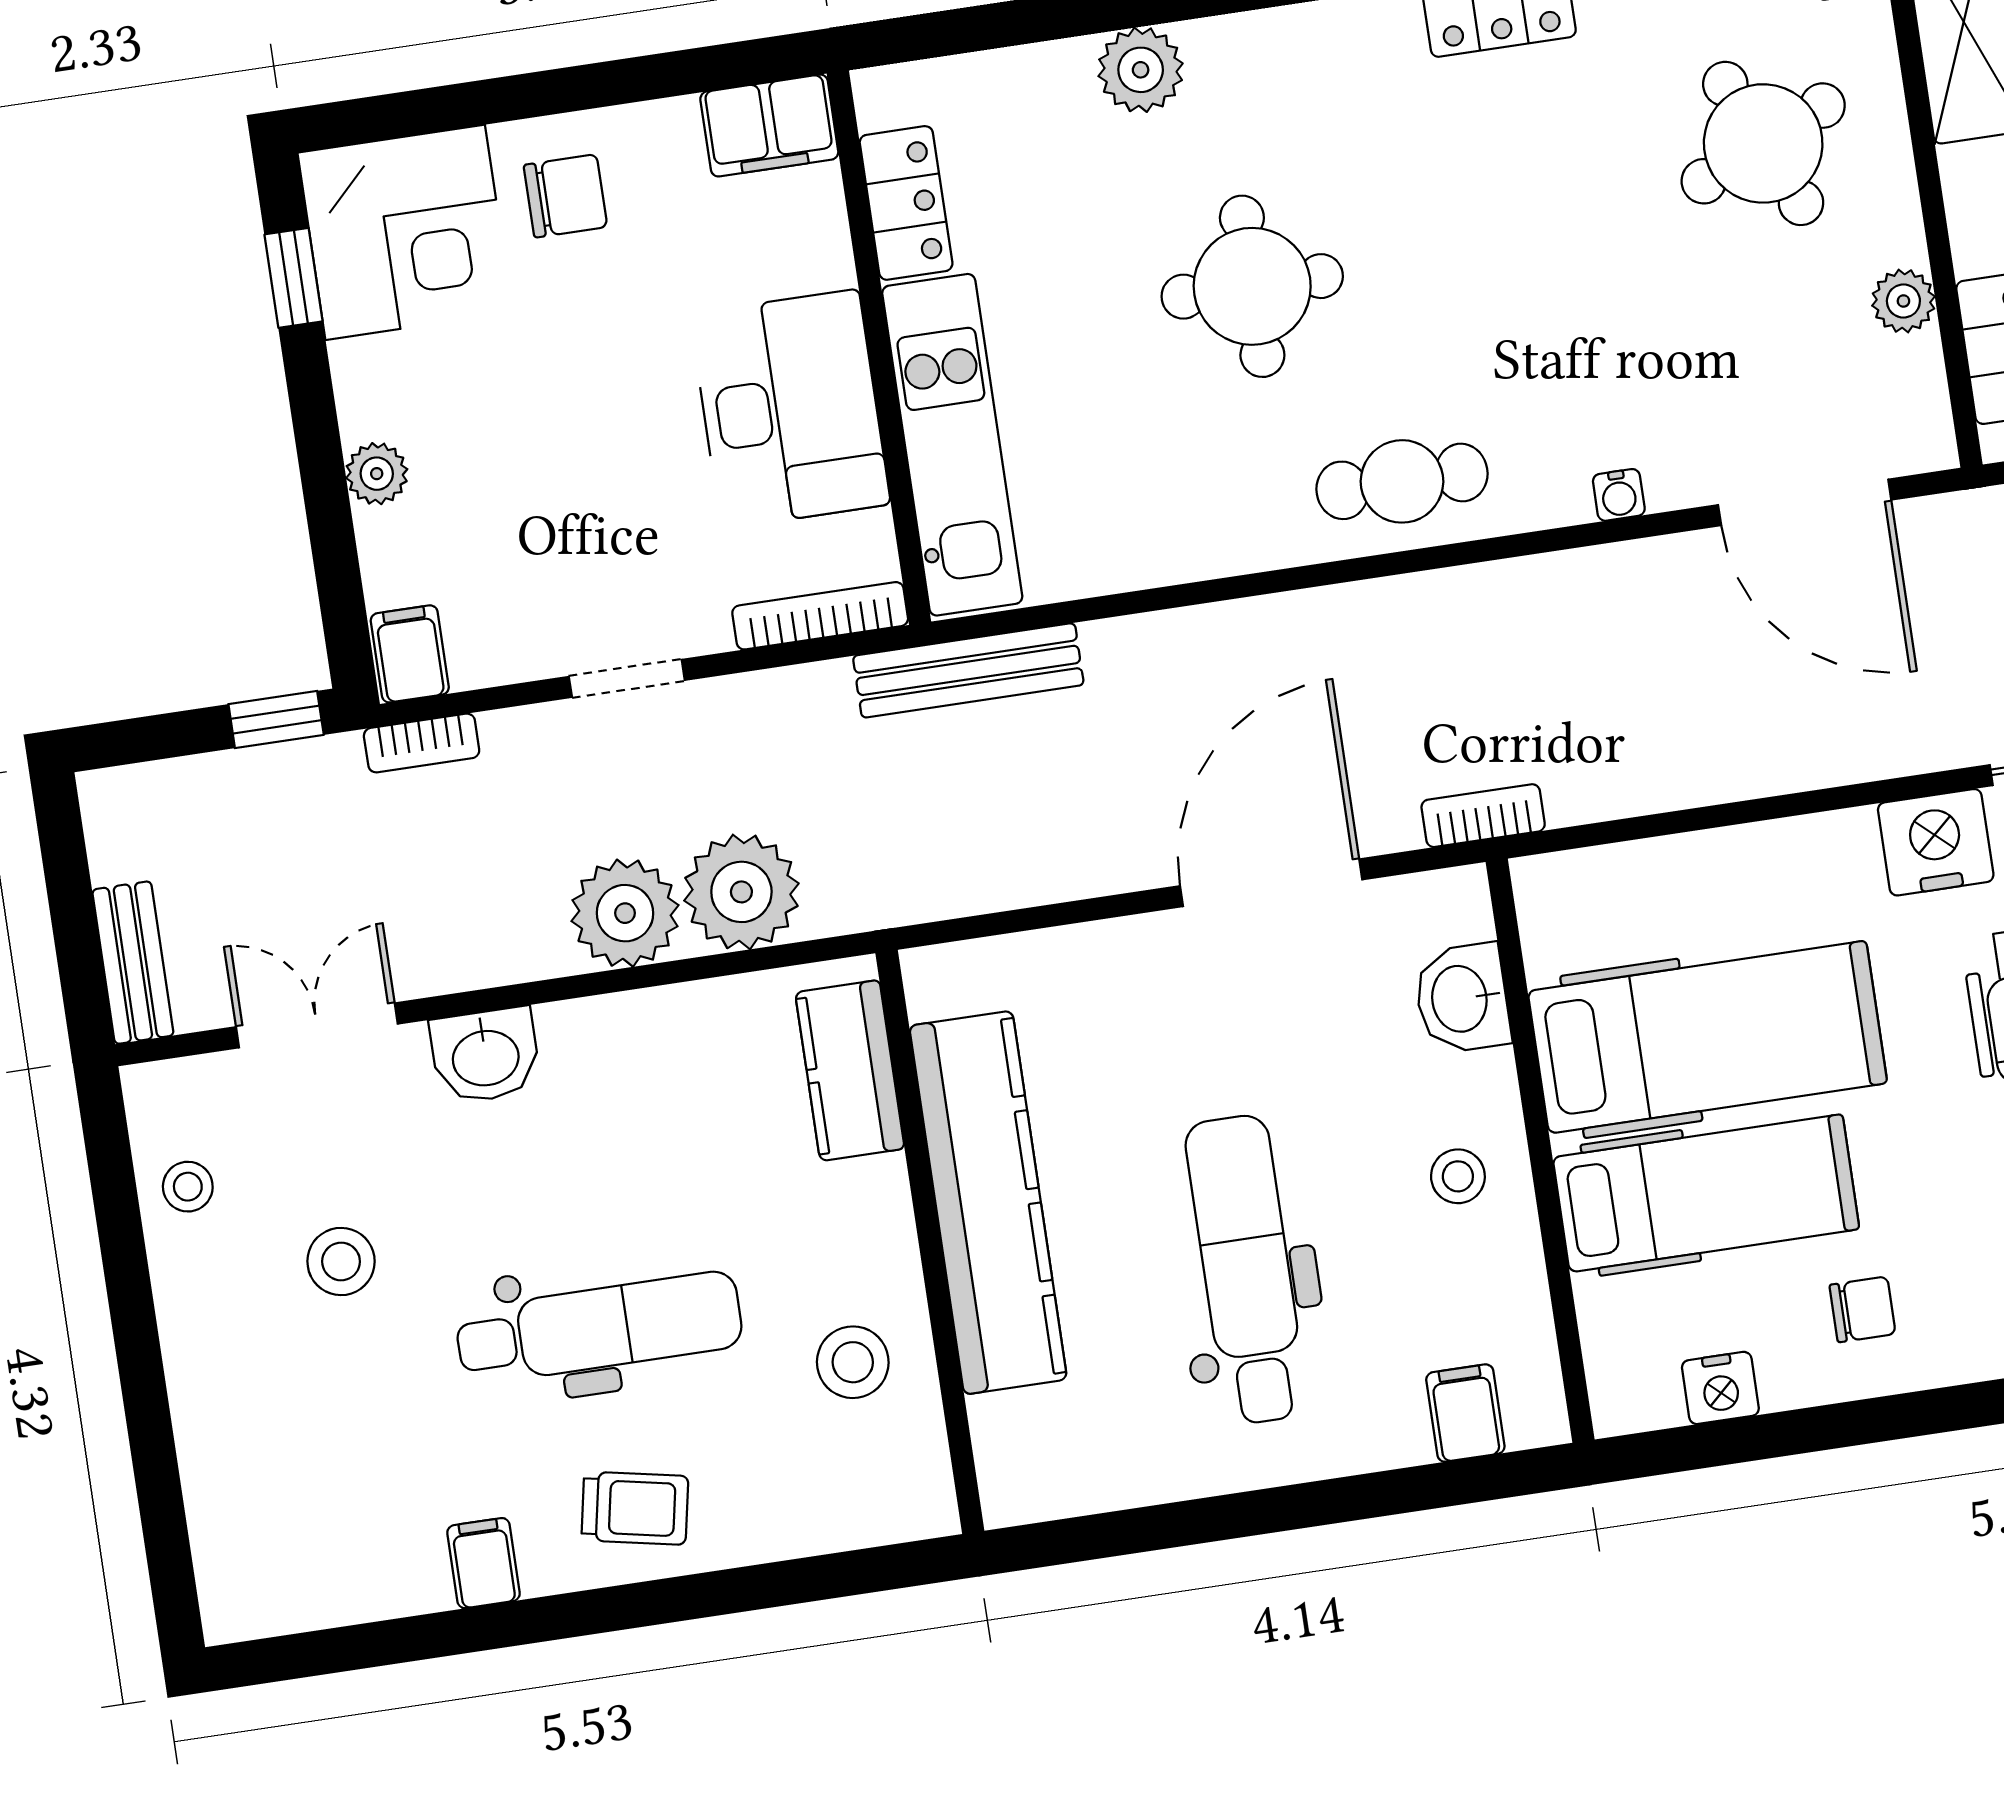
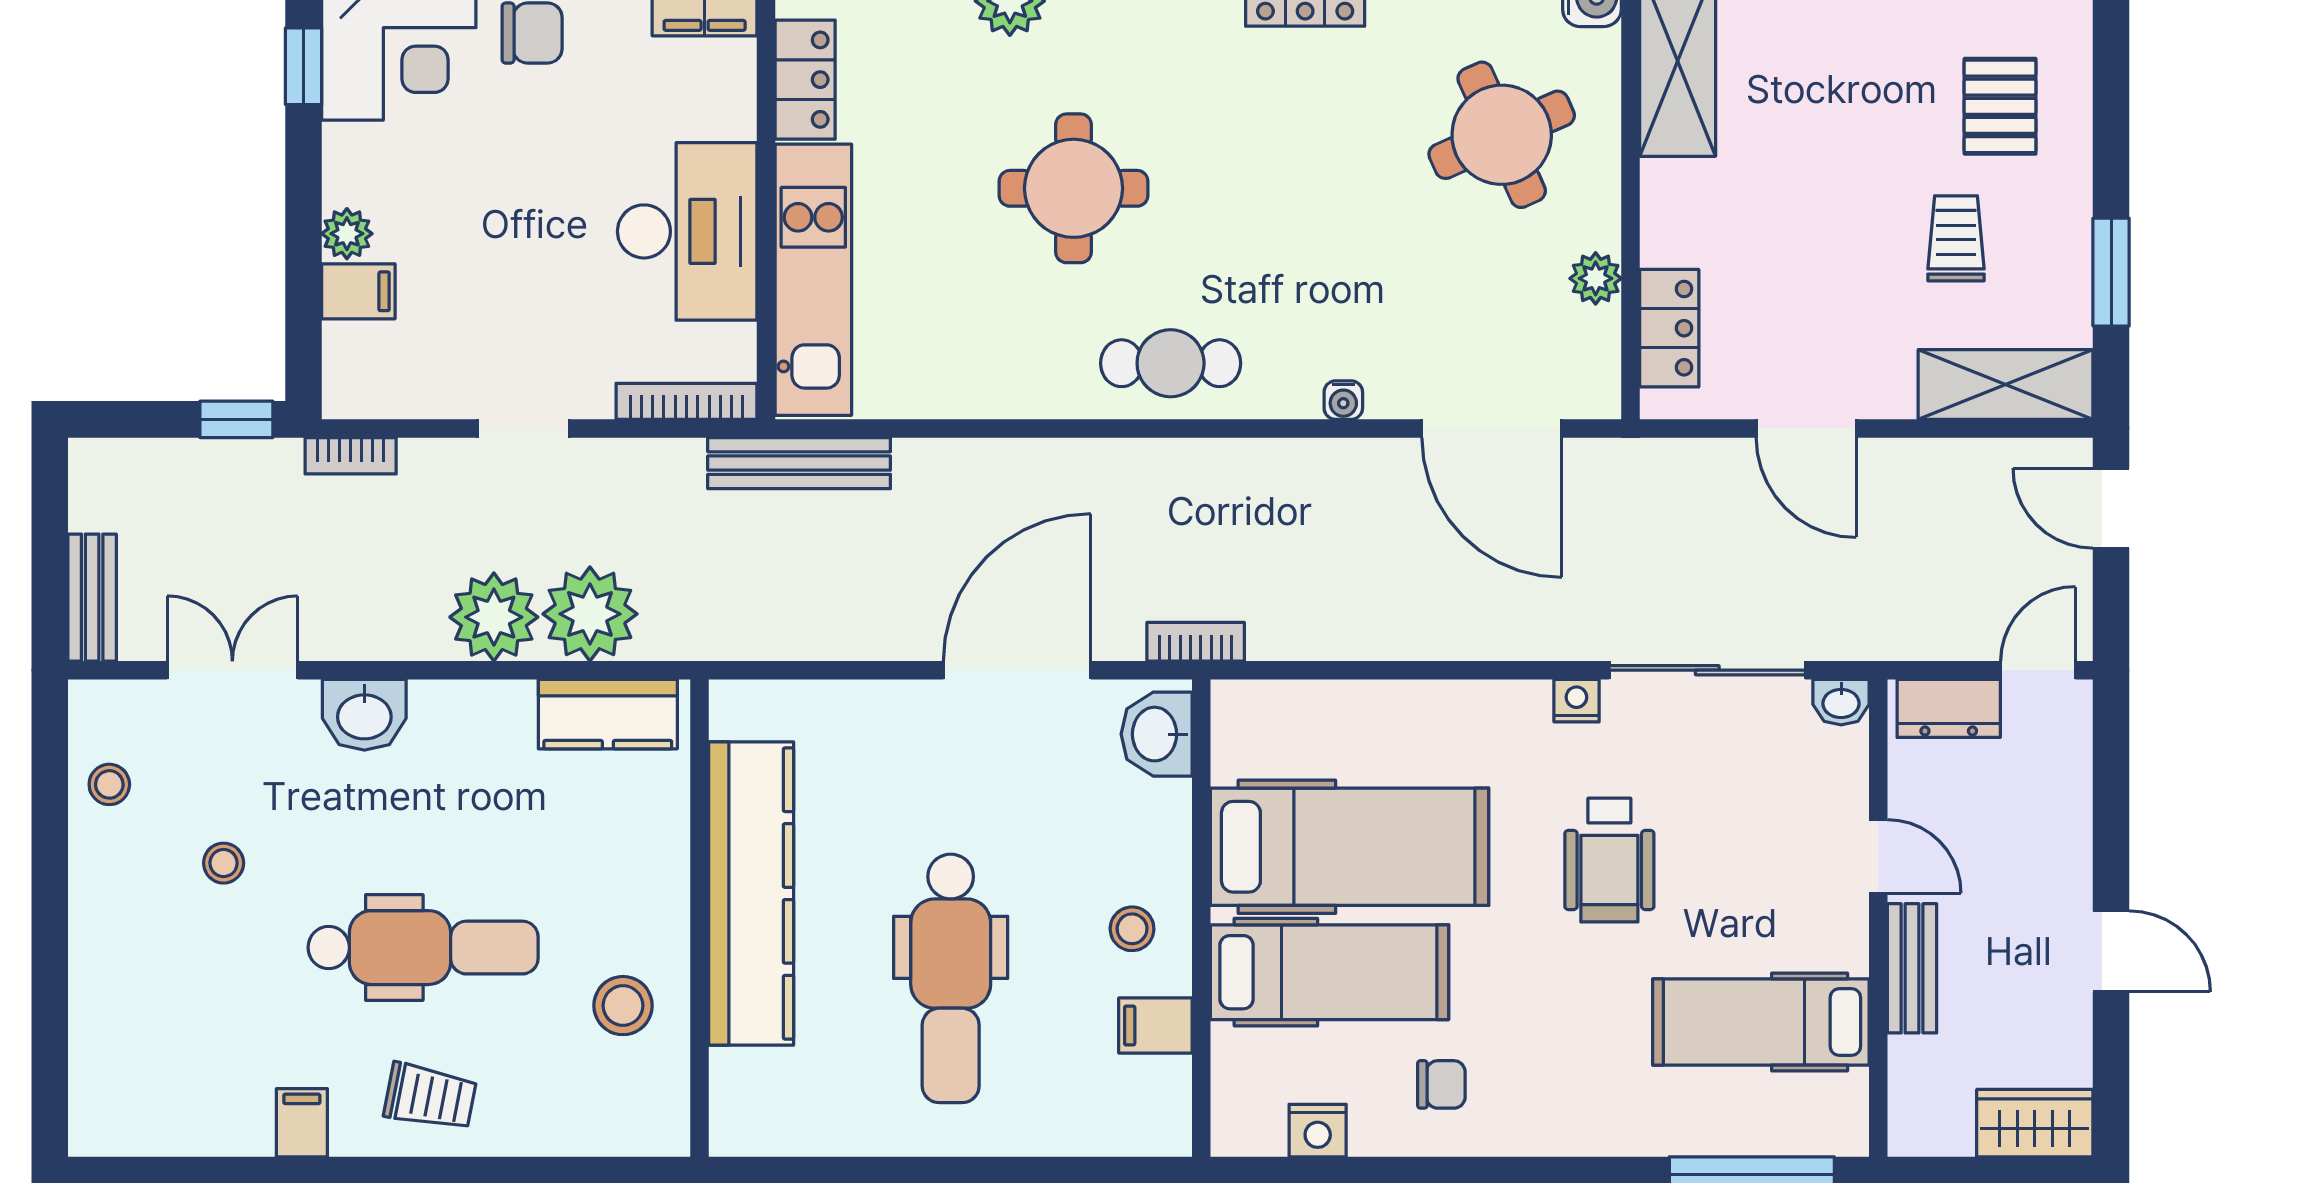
filing cabinet: (410, 654) -> (358, 291), moved, turned 90
nightstand: (1936, 842) -> (1576, 701), width x0.53, depth x0.56
washbasin: (1462, 998) -> (1157, 734), moved
kitchen counter: (850, 1070) -> (608, 714), moved, turned -90
stool: (341, 1261) -> (224, 863), width x0.73, depth x0.73
dental chair: (1246, 1270) -> (951, 978), turned 180
filing cabinet: (1465, 1413) -> (1155, 1026), moved, turned -90

